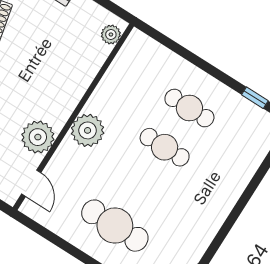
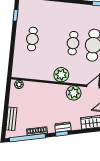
cafe table: (165, 147) -> (73, 43), moved

